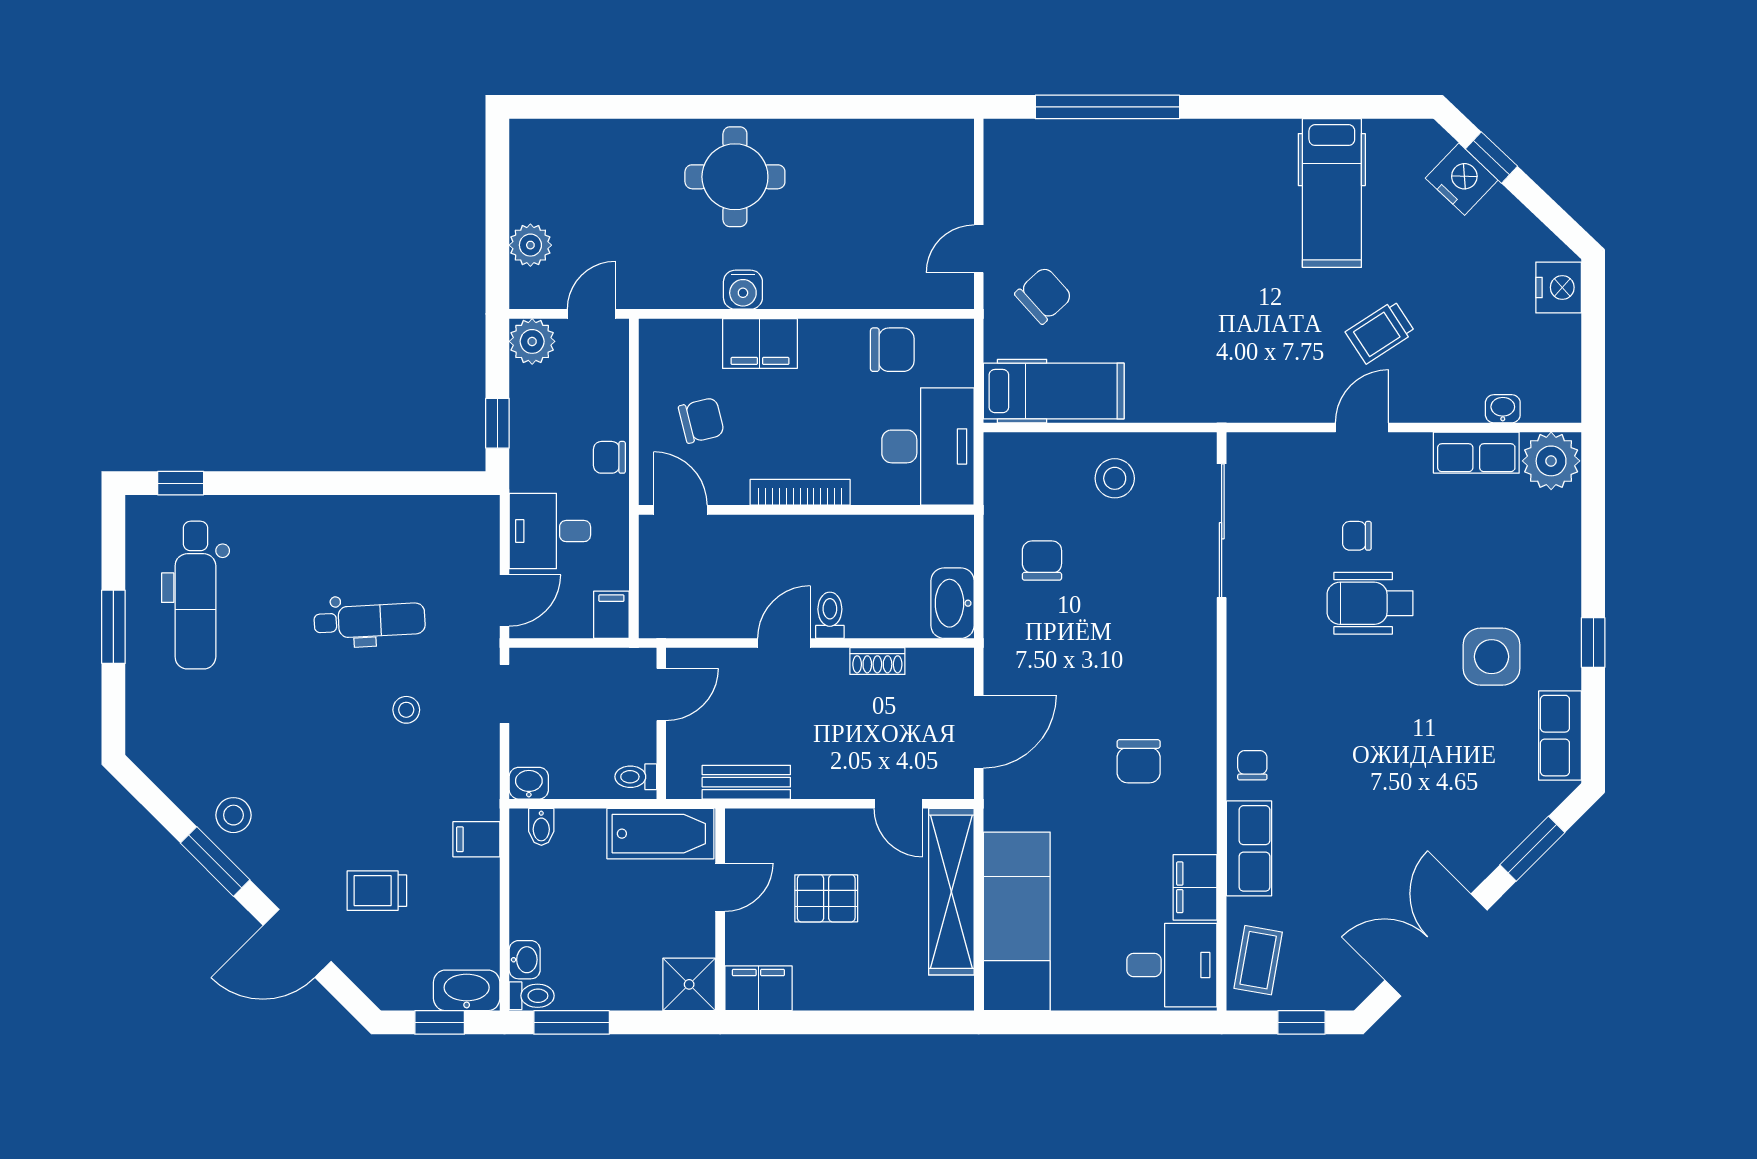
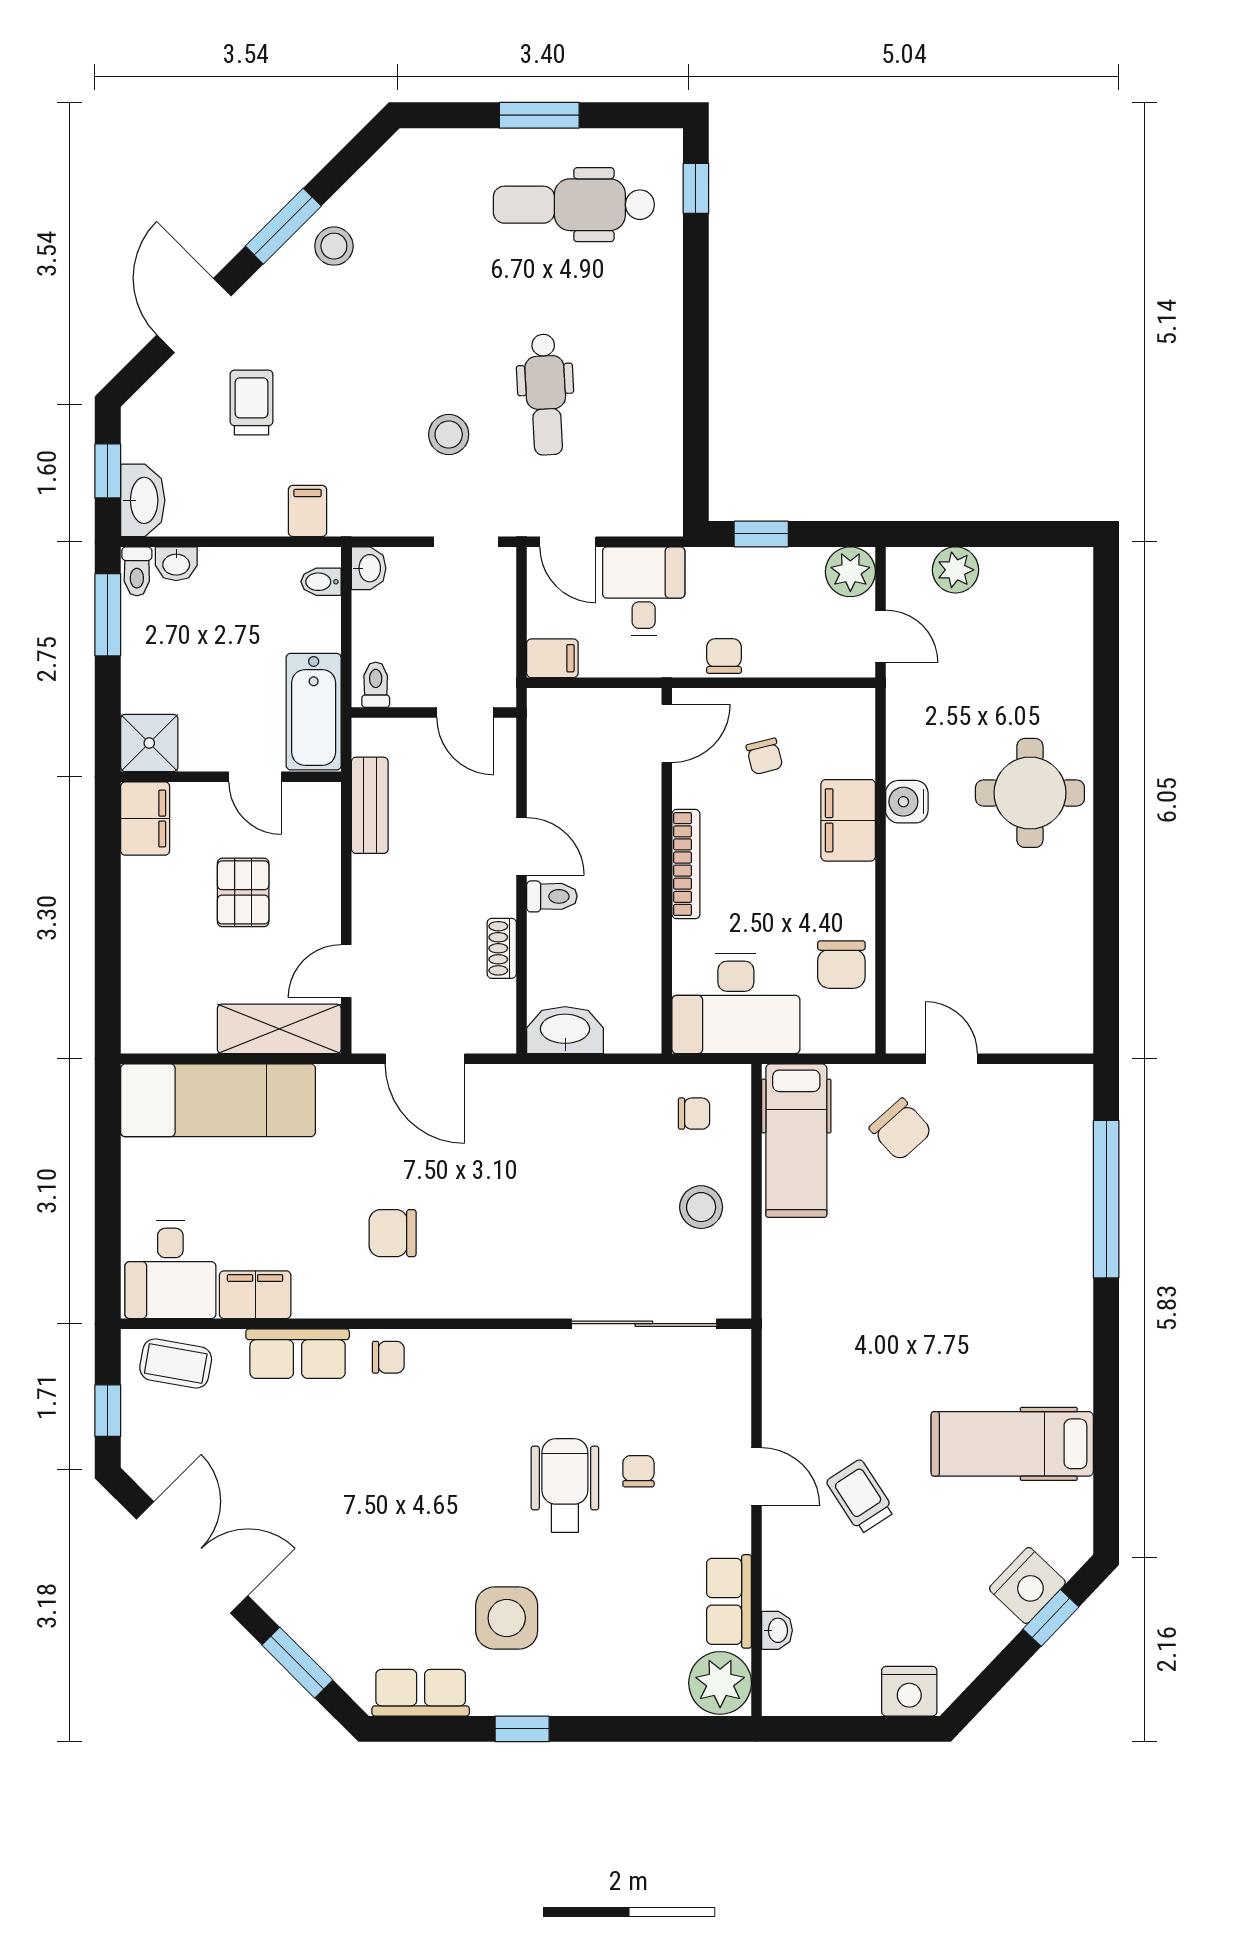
chair: (701, 420) -> (764, 756), width x0.73, depth x0.73
chair: (1042, 561) -> (694, 1114), moved, width x0.73, depth x0.73
stool: (406, 710) -> (449, 435), width x1.37, depth x1.37
shelving: (951, 892) -> (279, 1029), width x0.68

